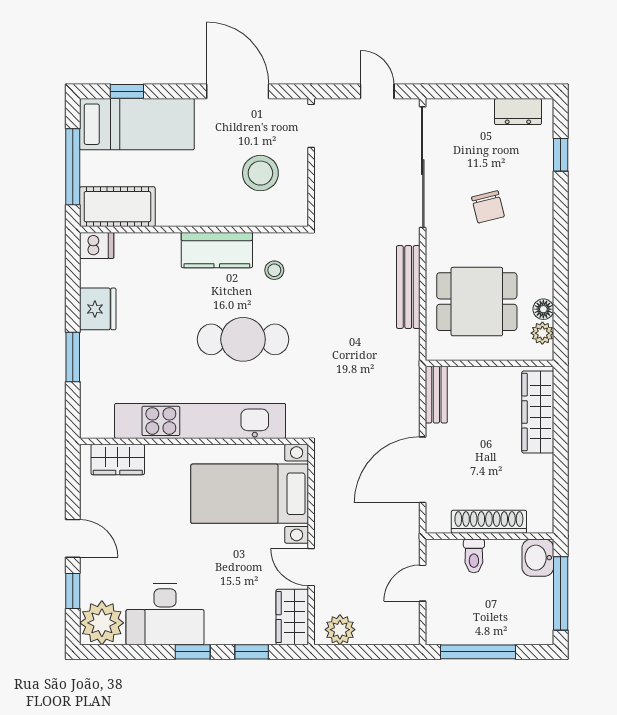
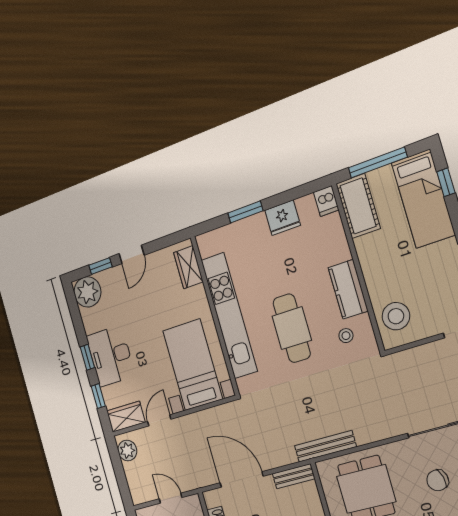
stool: (260, 173) -> (396, 316), moved
bench: (408, 287) -> (325, 446), moved
desk: (165, 614) -> (111, 356), moved

